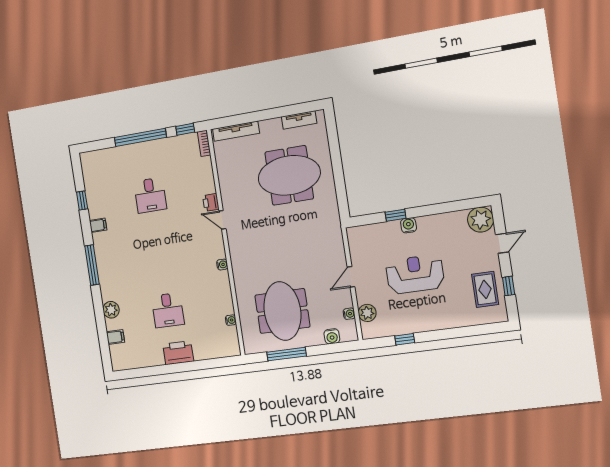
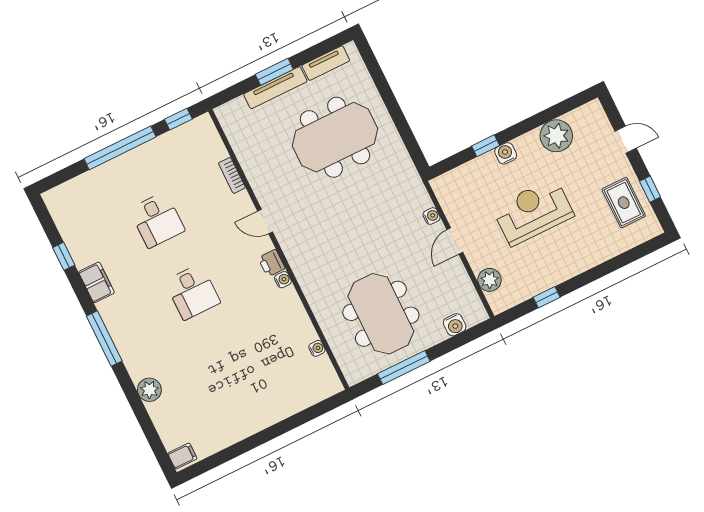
window: (261, 115) -> (274, 72), added
tv unit: (236, 131) -> (275, 88), moved
bookcase: (204, 143) -> (232, 175), moved
printer: (211, 202) -> (272, 263), moved
plant: (481, 220) -> (556, 136), moved
filing cabinet: (98, 225) -> (96, 282), width x2.00
door: (502, 243) -> (626, 140), hinge flipped
desk: (168, 310) -> (192, 292), moved
water cooler: (349, 314) -> (432, 216), moved
filing cabinet: (115, 337) -> (182, 456), moved
printer: (178, 353) -> (260, 415), removed

